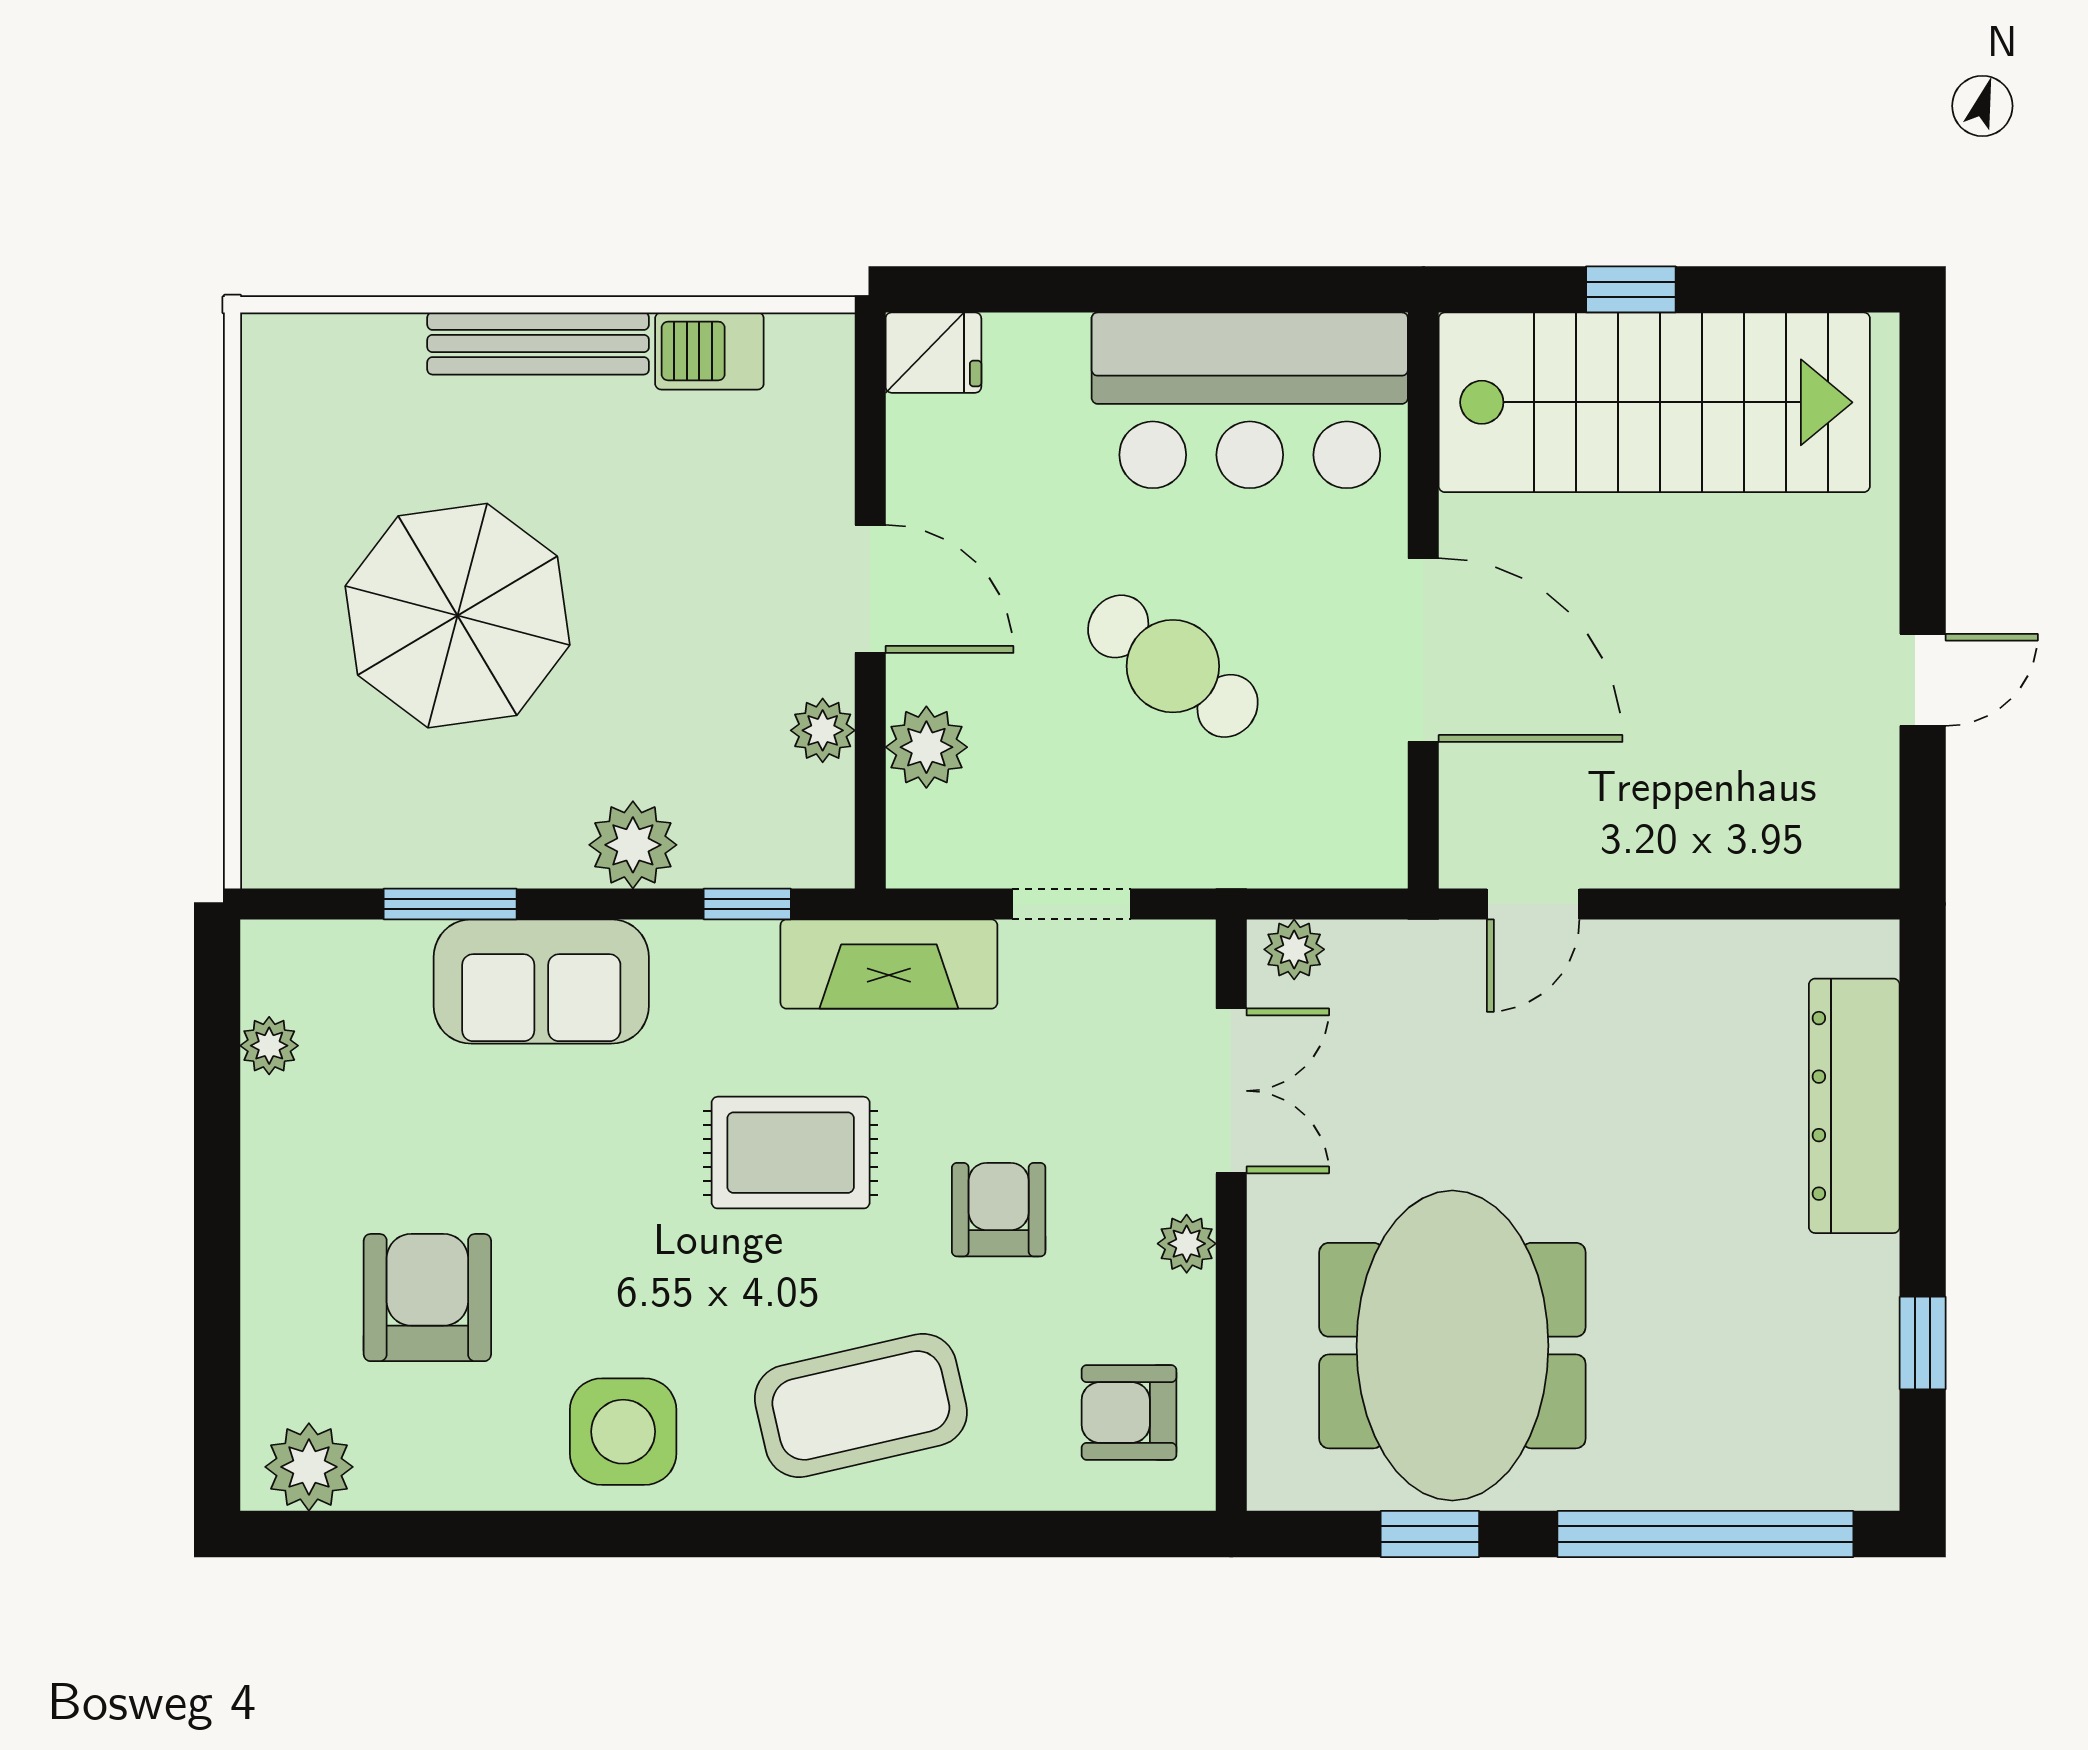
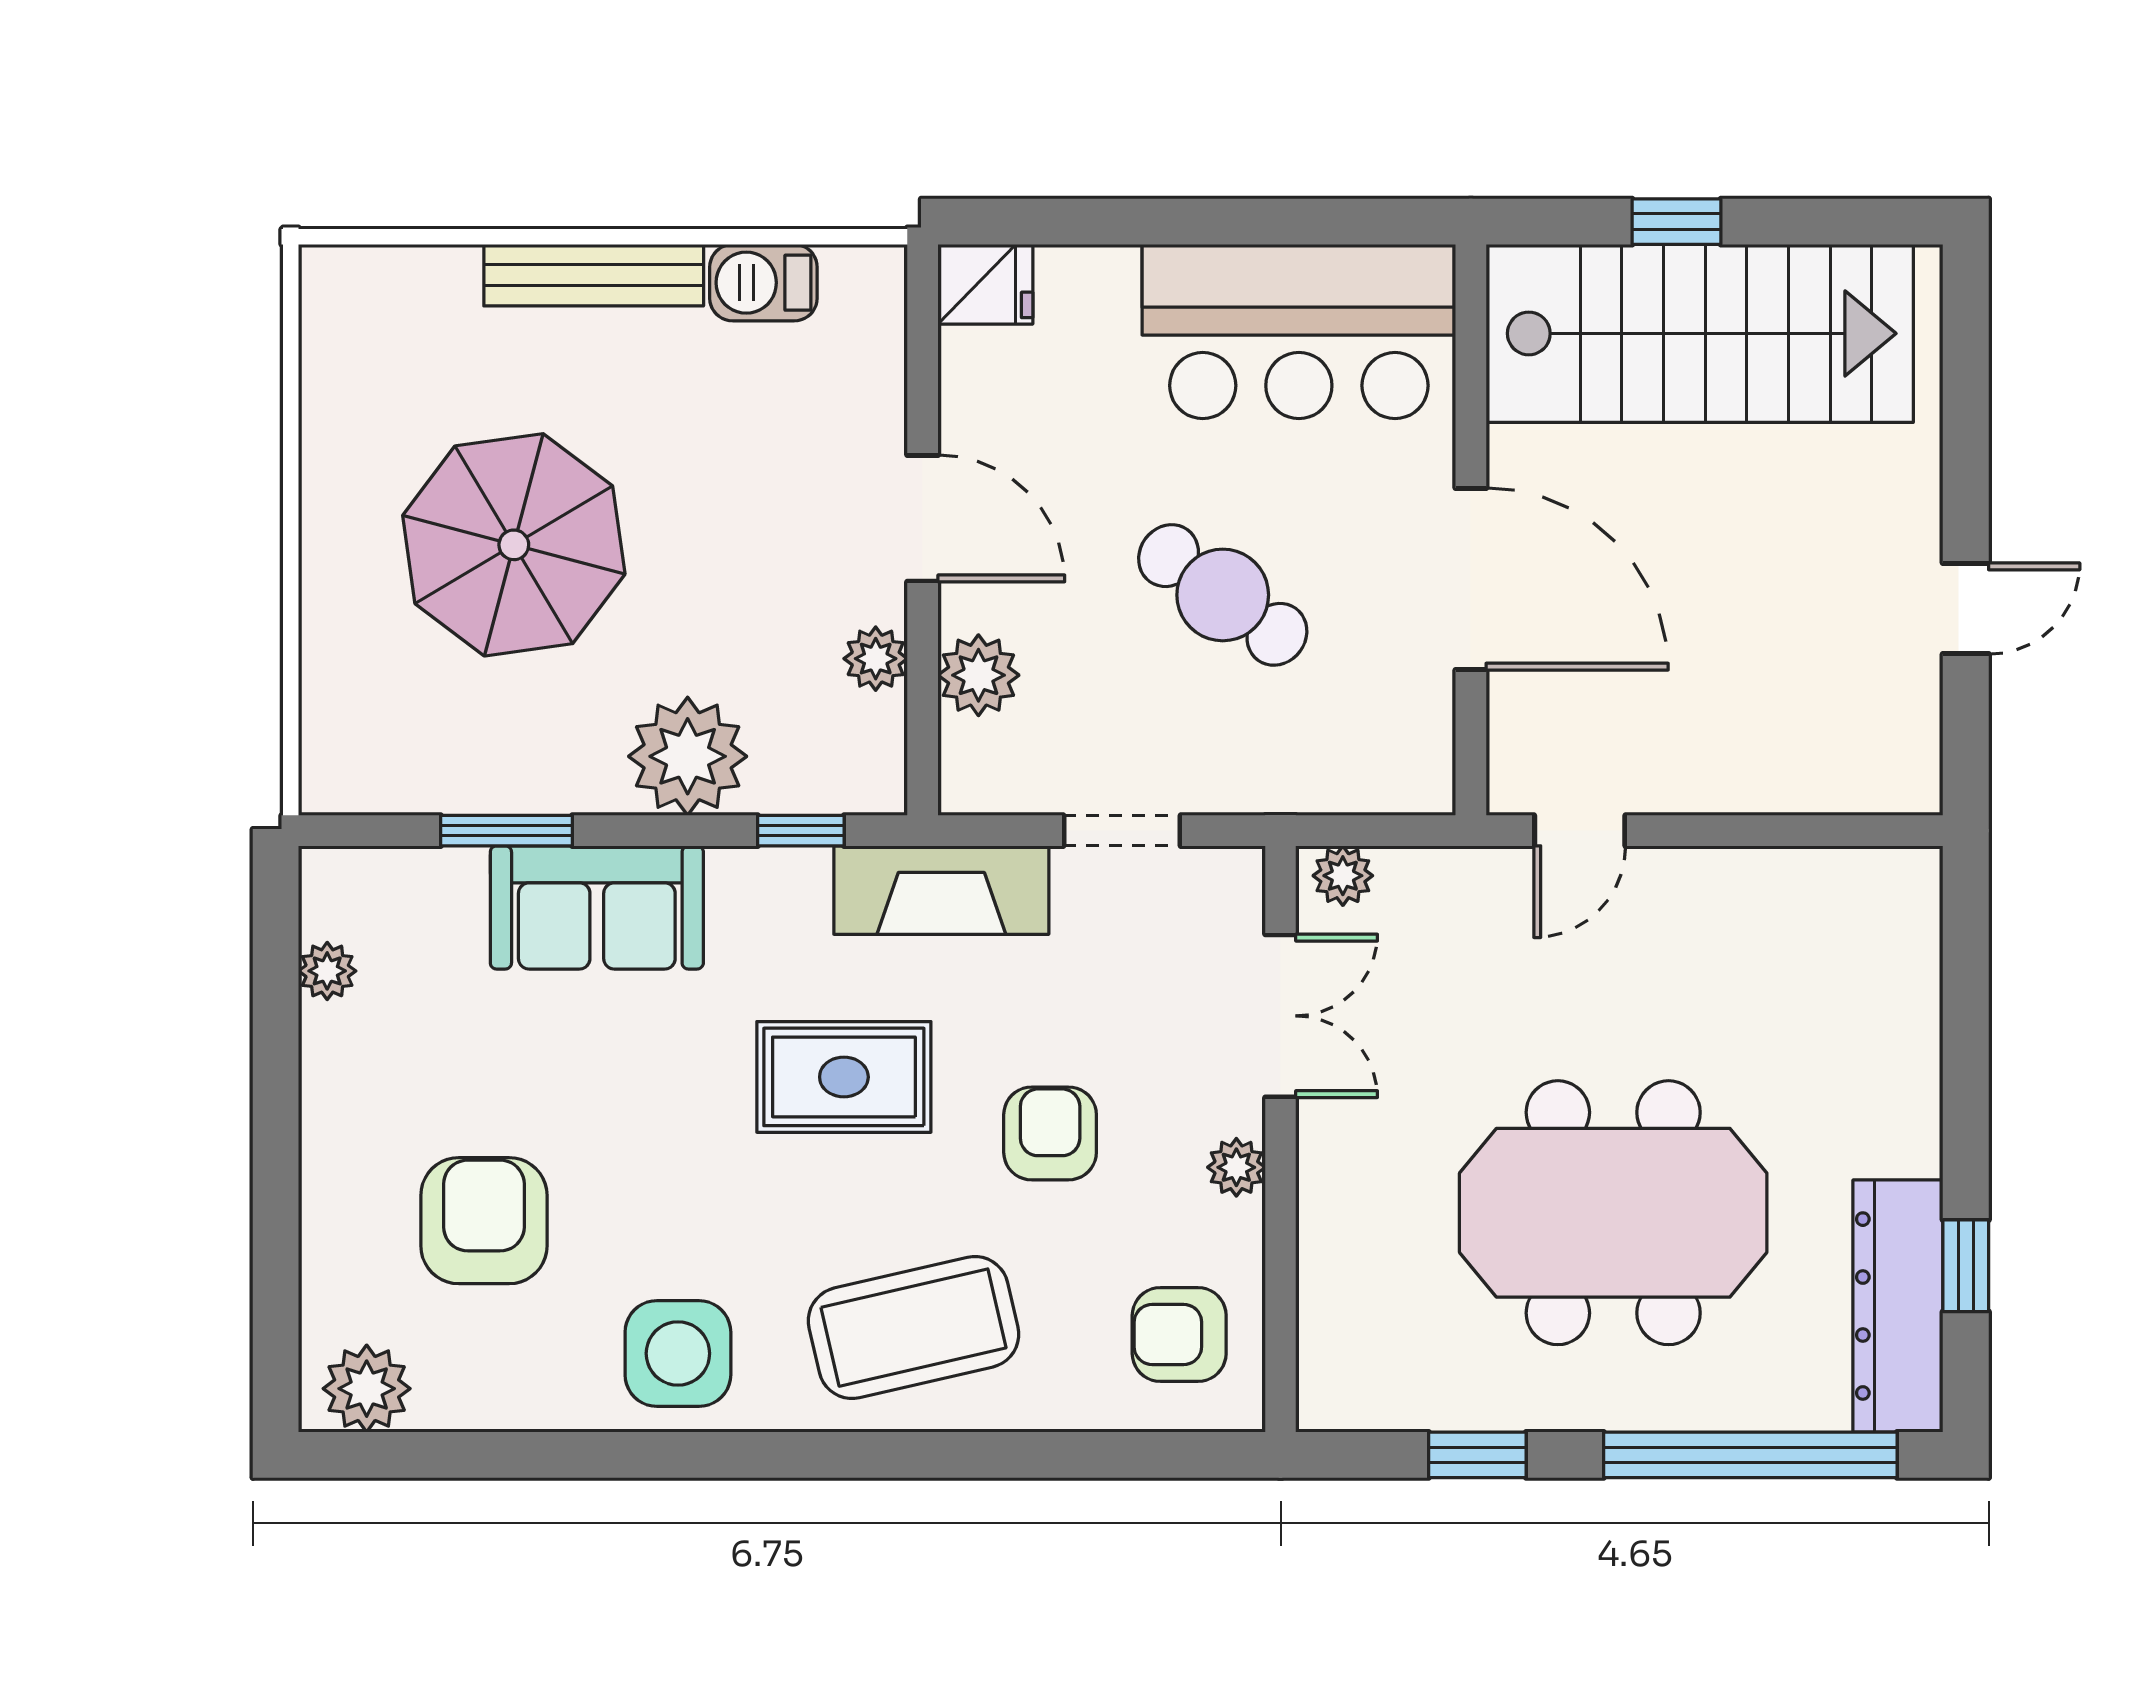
plant: (633, 845) -> (688, 756), width x1.36, depth x1.36
dresser: (1854, 1106) -> (1898, 1306), moved
meeting table: (1452, 1346) -> (1613, 1213), moved, turned 90

